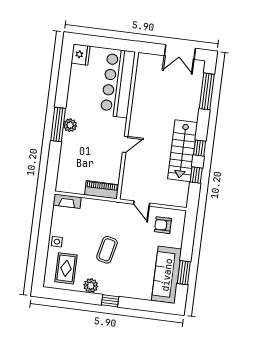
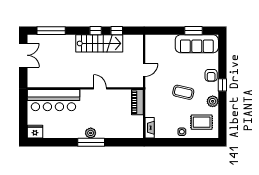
armchair: (163, 225) -> (211, 75), moved

